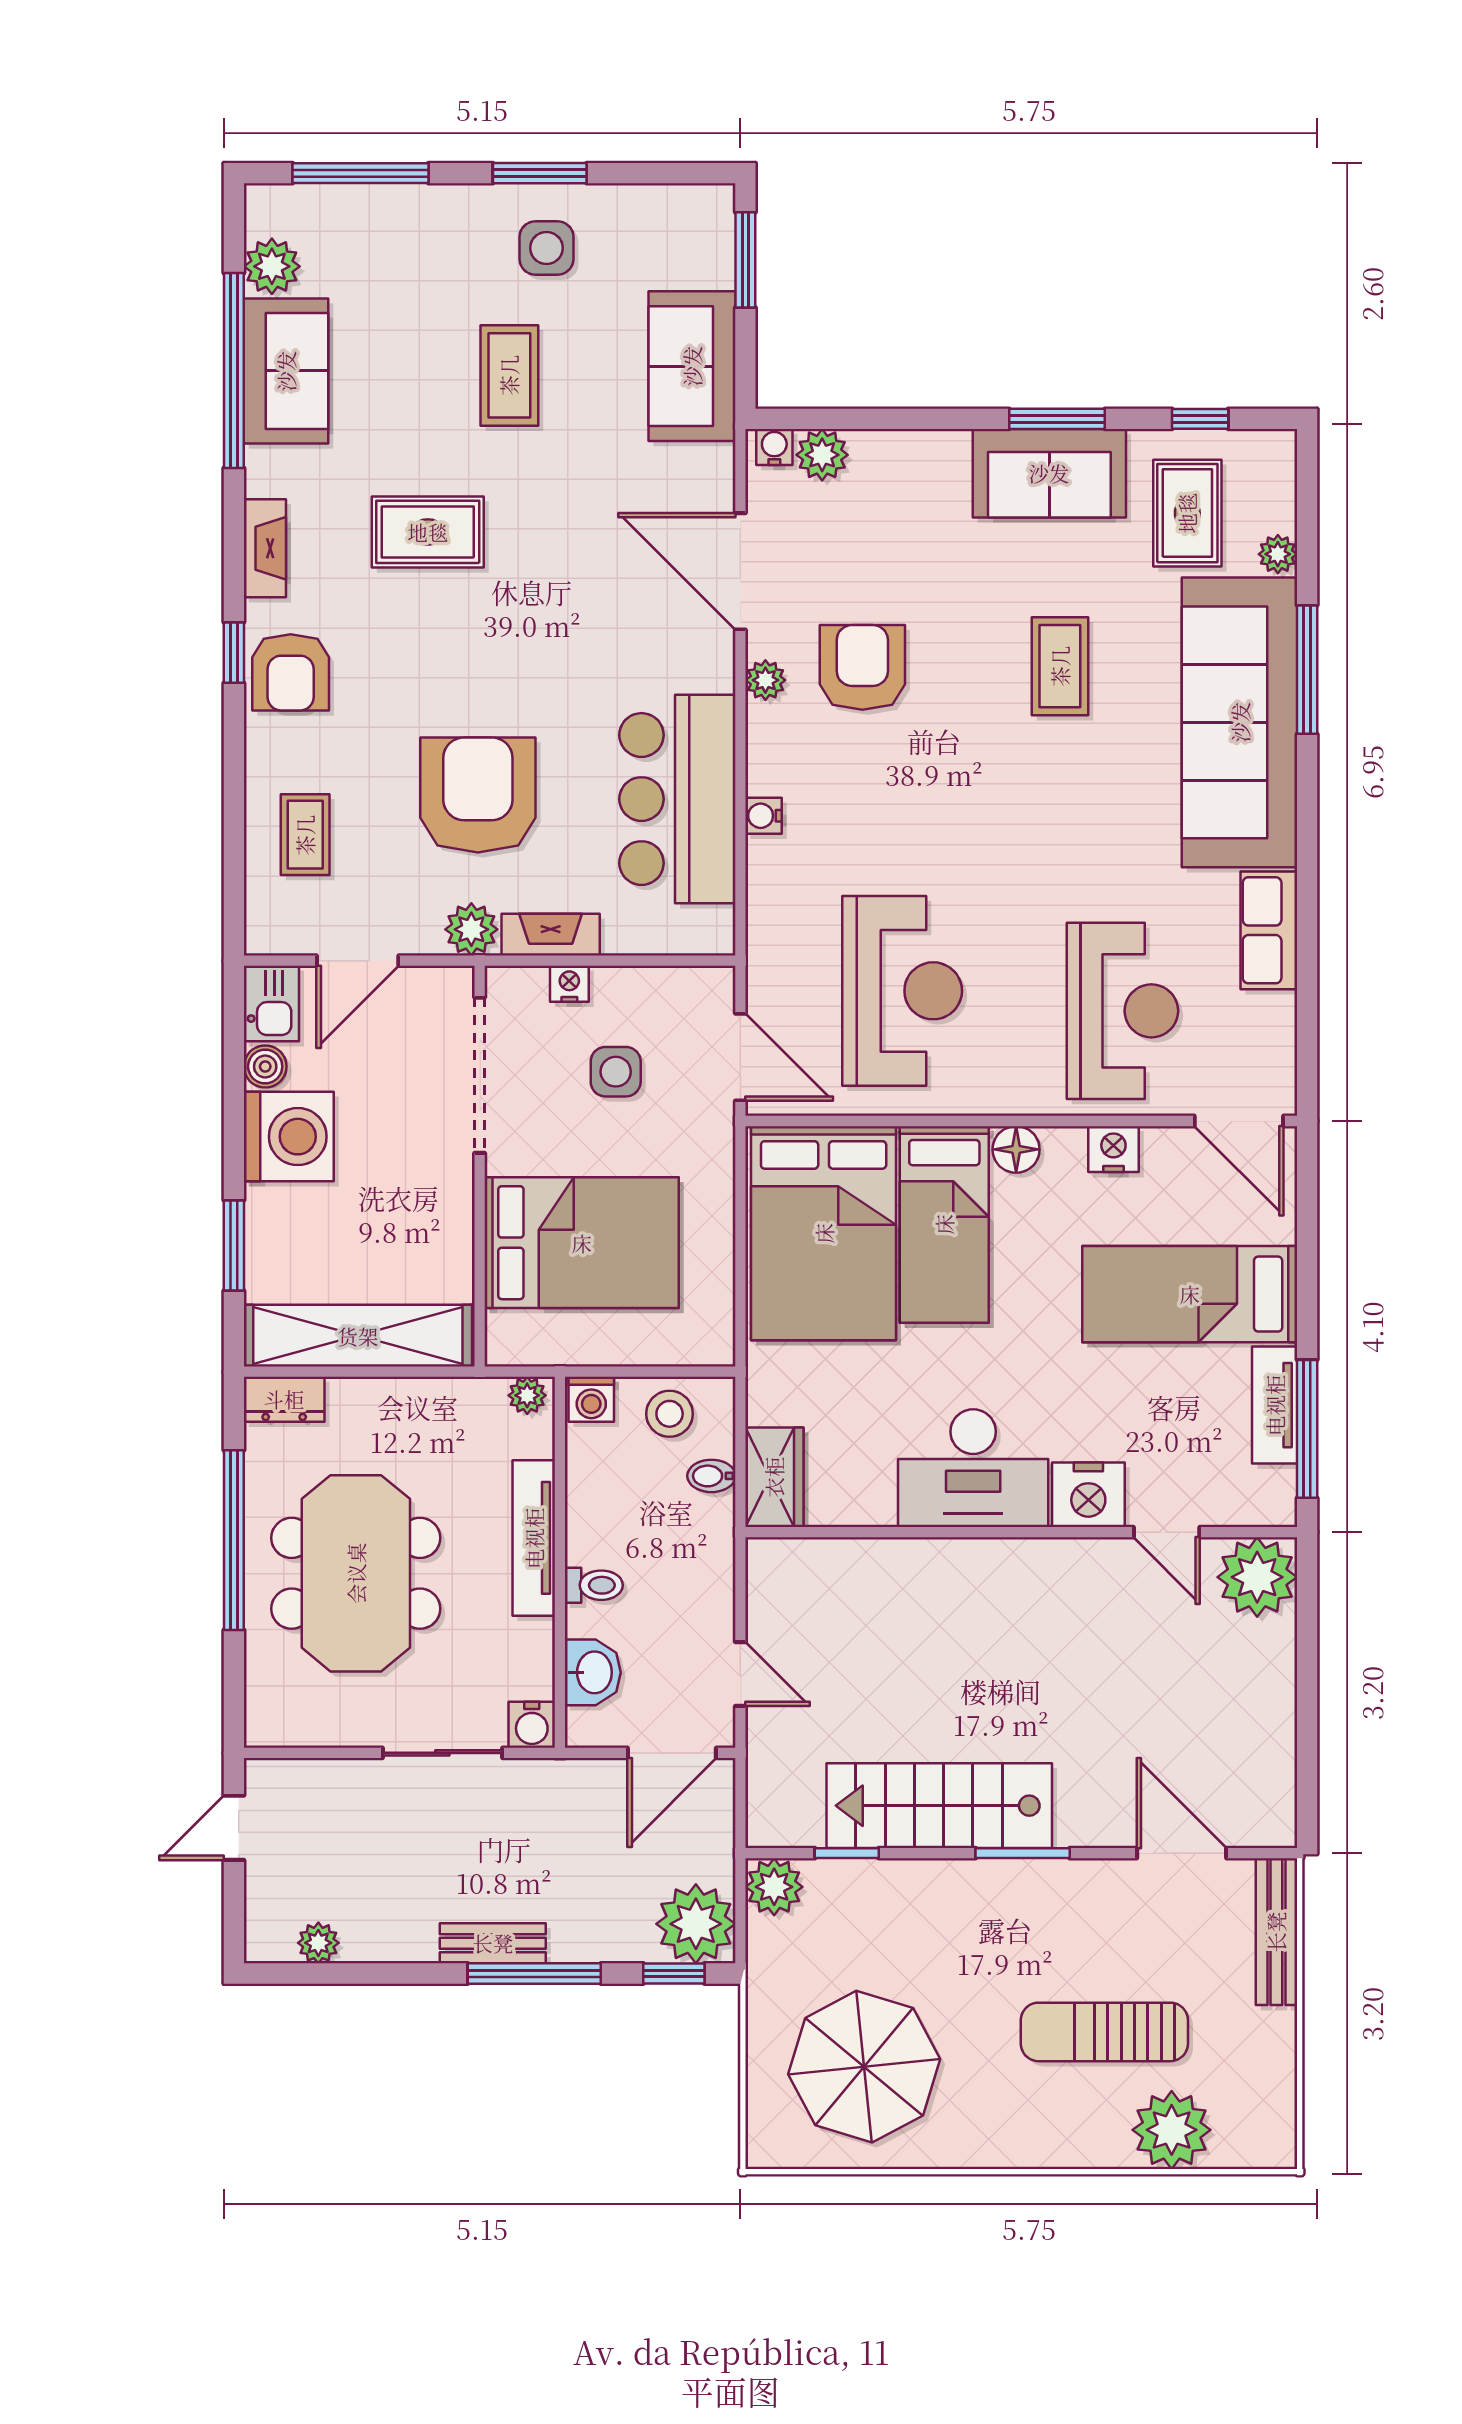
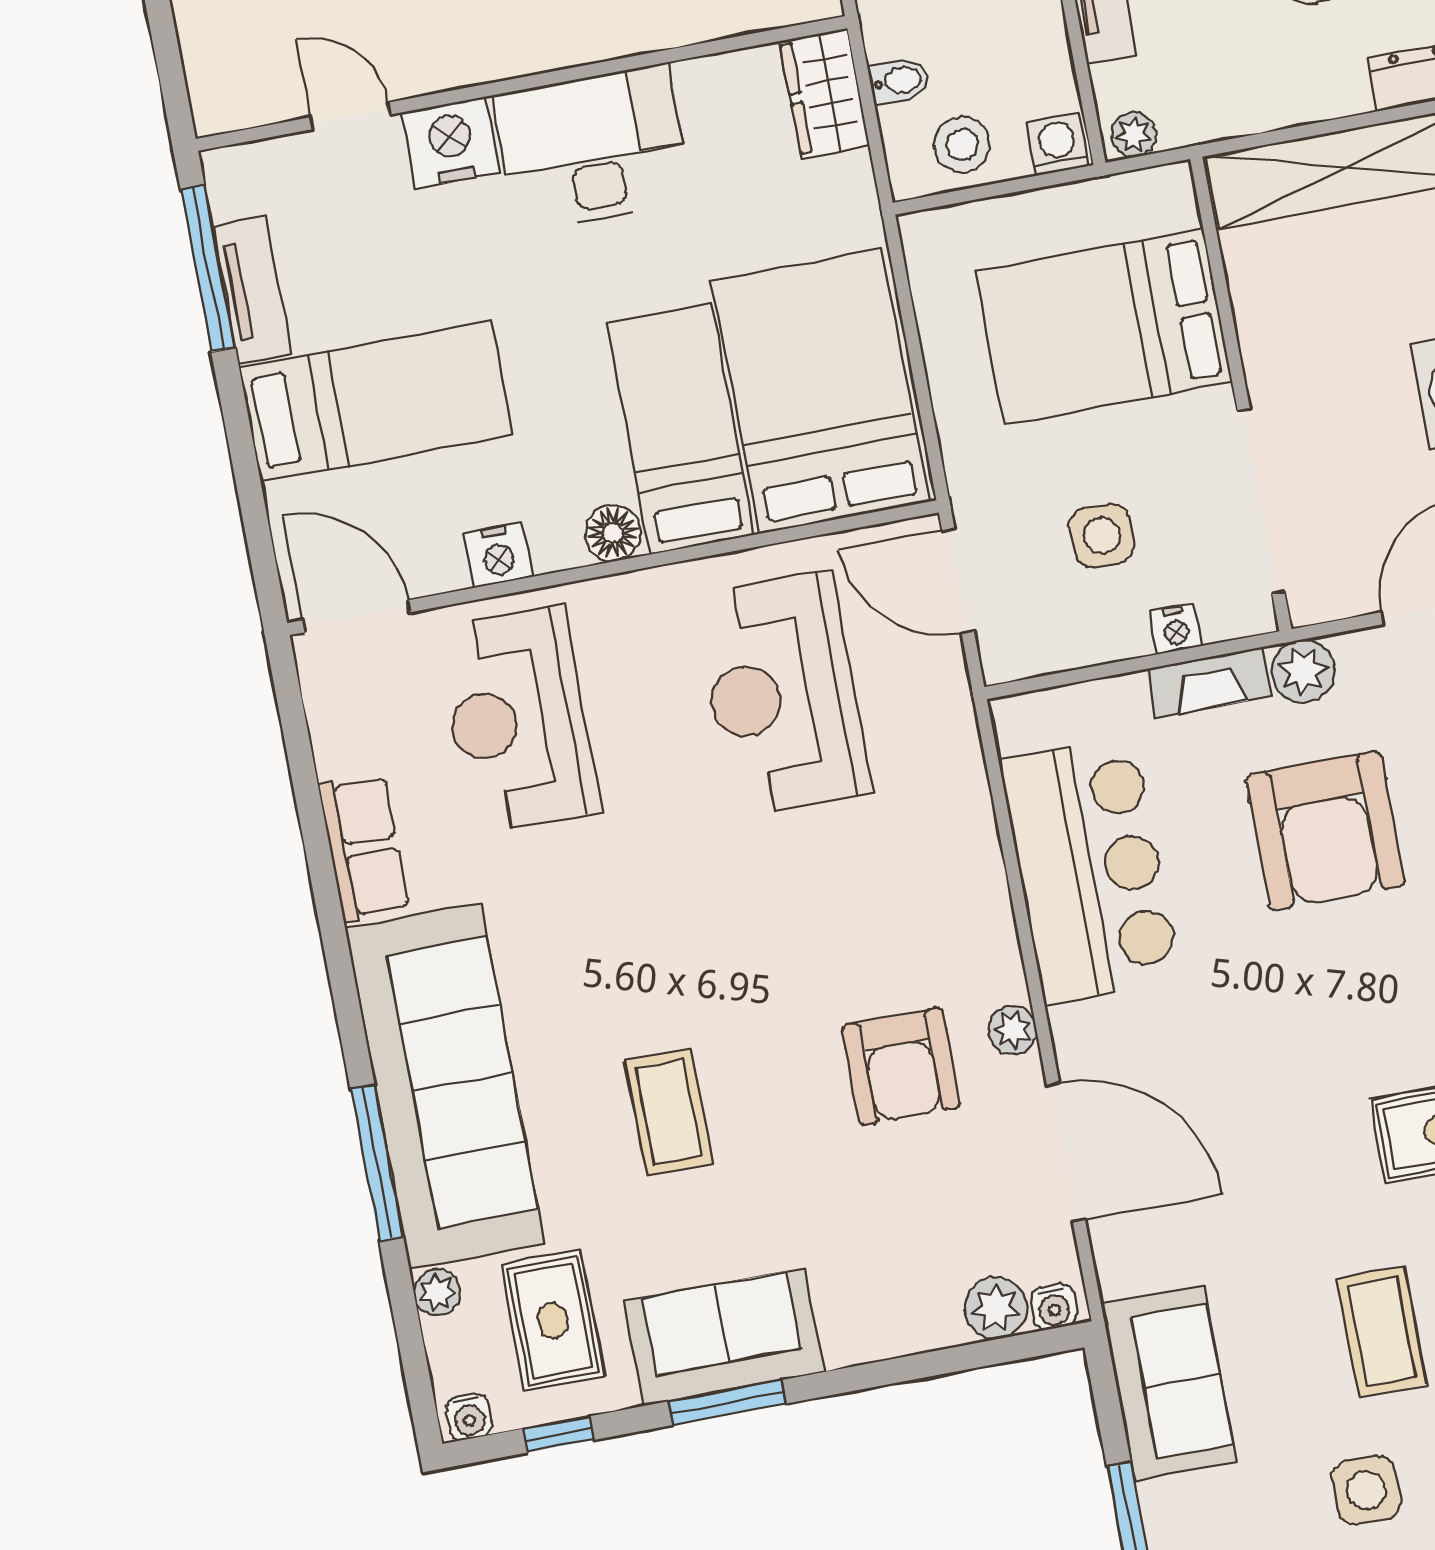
water cooler: (763, 816) -> (469, 1417), moved, turned 90
plant: (1257, 1577) -> (234, 83), removed

